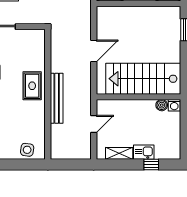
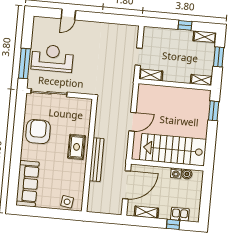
washing machine: (174, 105) -> (176, 173), moved
door: (94, 124) -> (127, 185), width x1.88
kitchen sink: (144, 152) -> (180, 214), moved

